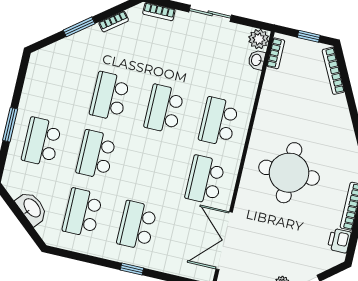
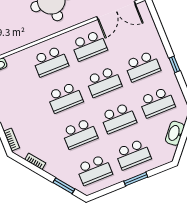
window: (79, 27) -> (64, 186), moved
school desk: (55, 83) -> (94, 170), added
school desk: (150, 167) -> (104, 82), added
window: (132, 269) -> (174, 64), moved

